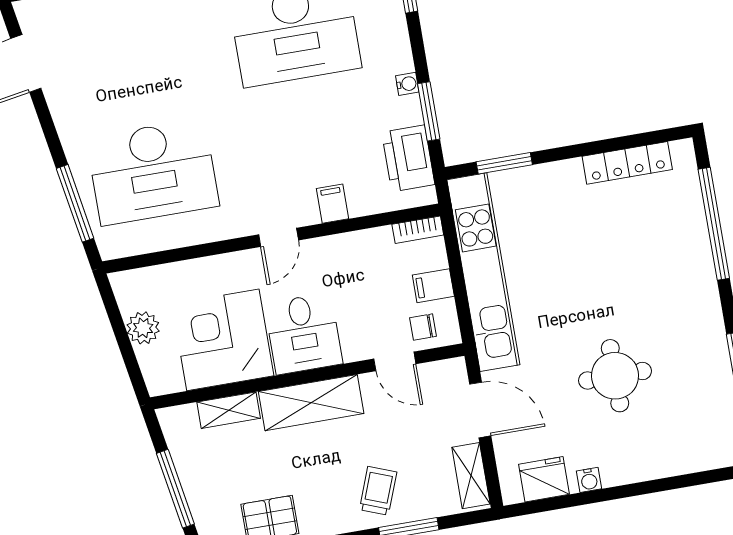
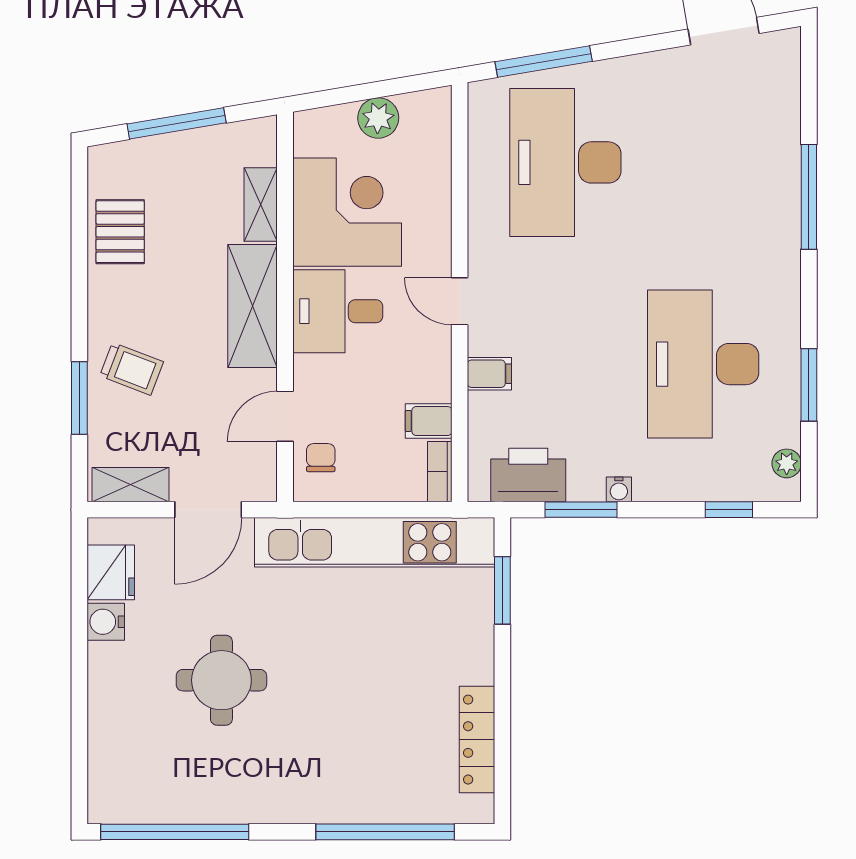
filing cabinet: (433, 286) -> (429, 421), moved, turned -90
water cooler: (589, 480) -> (106, 622), width x1.38, depth x1.38

